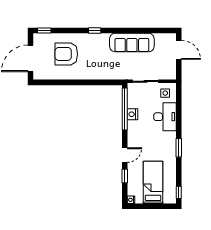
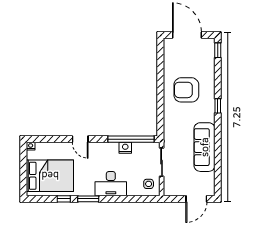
armchair: (66, 54) -> (186, 90), moved, turned -90
desk: (165, 117) -> (111, 184), moved
window: (125, 176) -> (57, 139), removed
bed: (153, 182) -> (50, 176), width x1.50
window: (179, 192) -> (64, 199), moved

